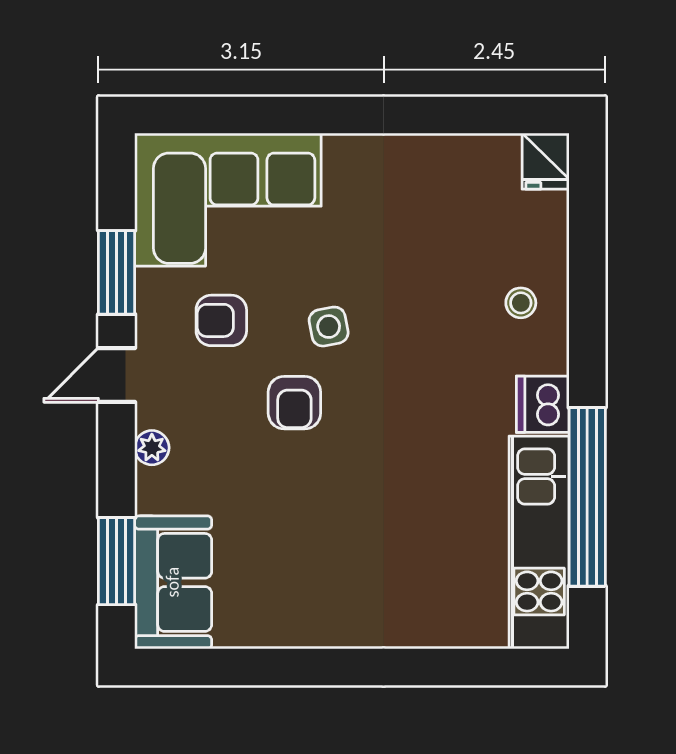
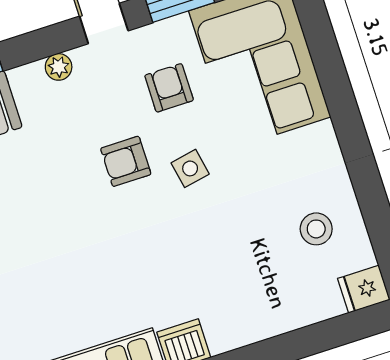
stool: (521, 303) -> (316, 229), moved, width x1.37, depth x1.37

